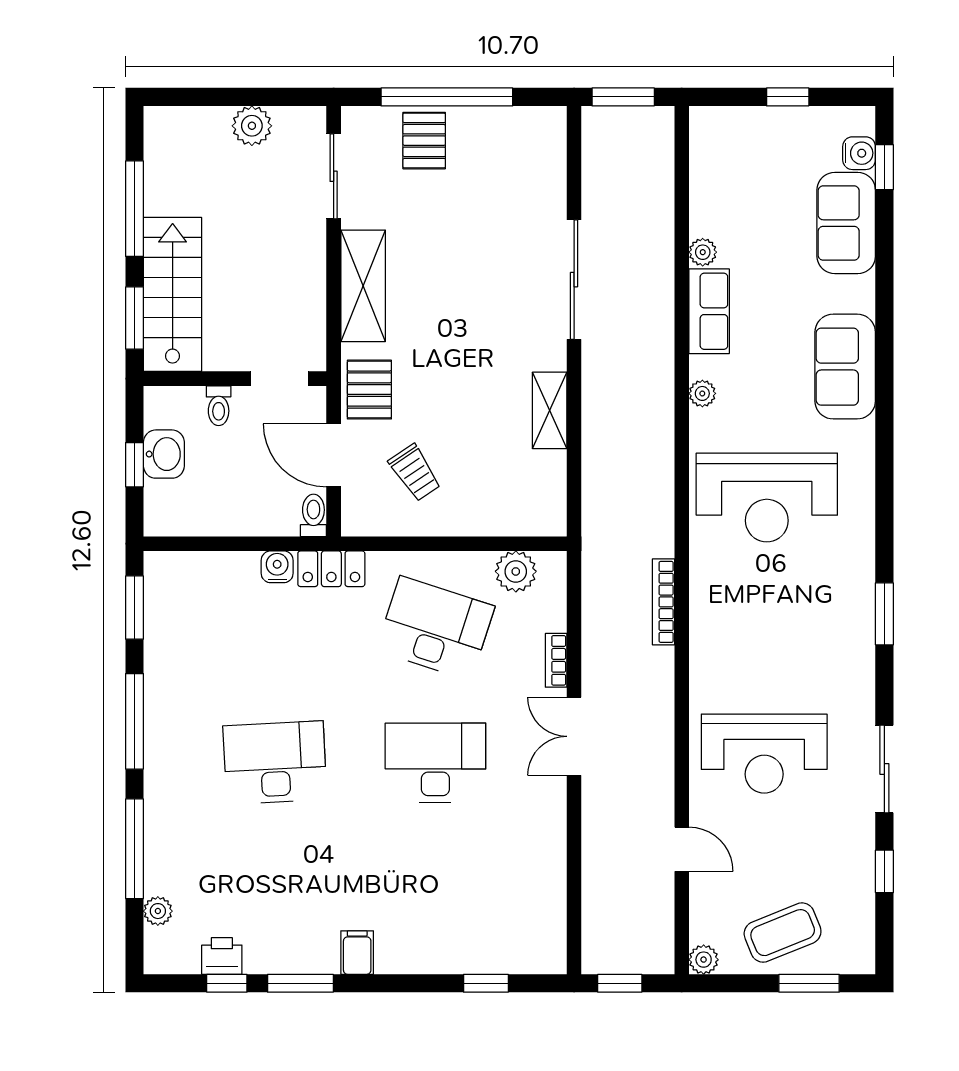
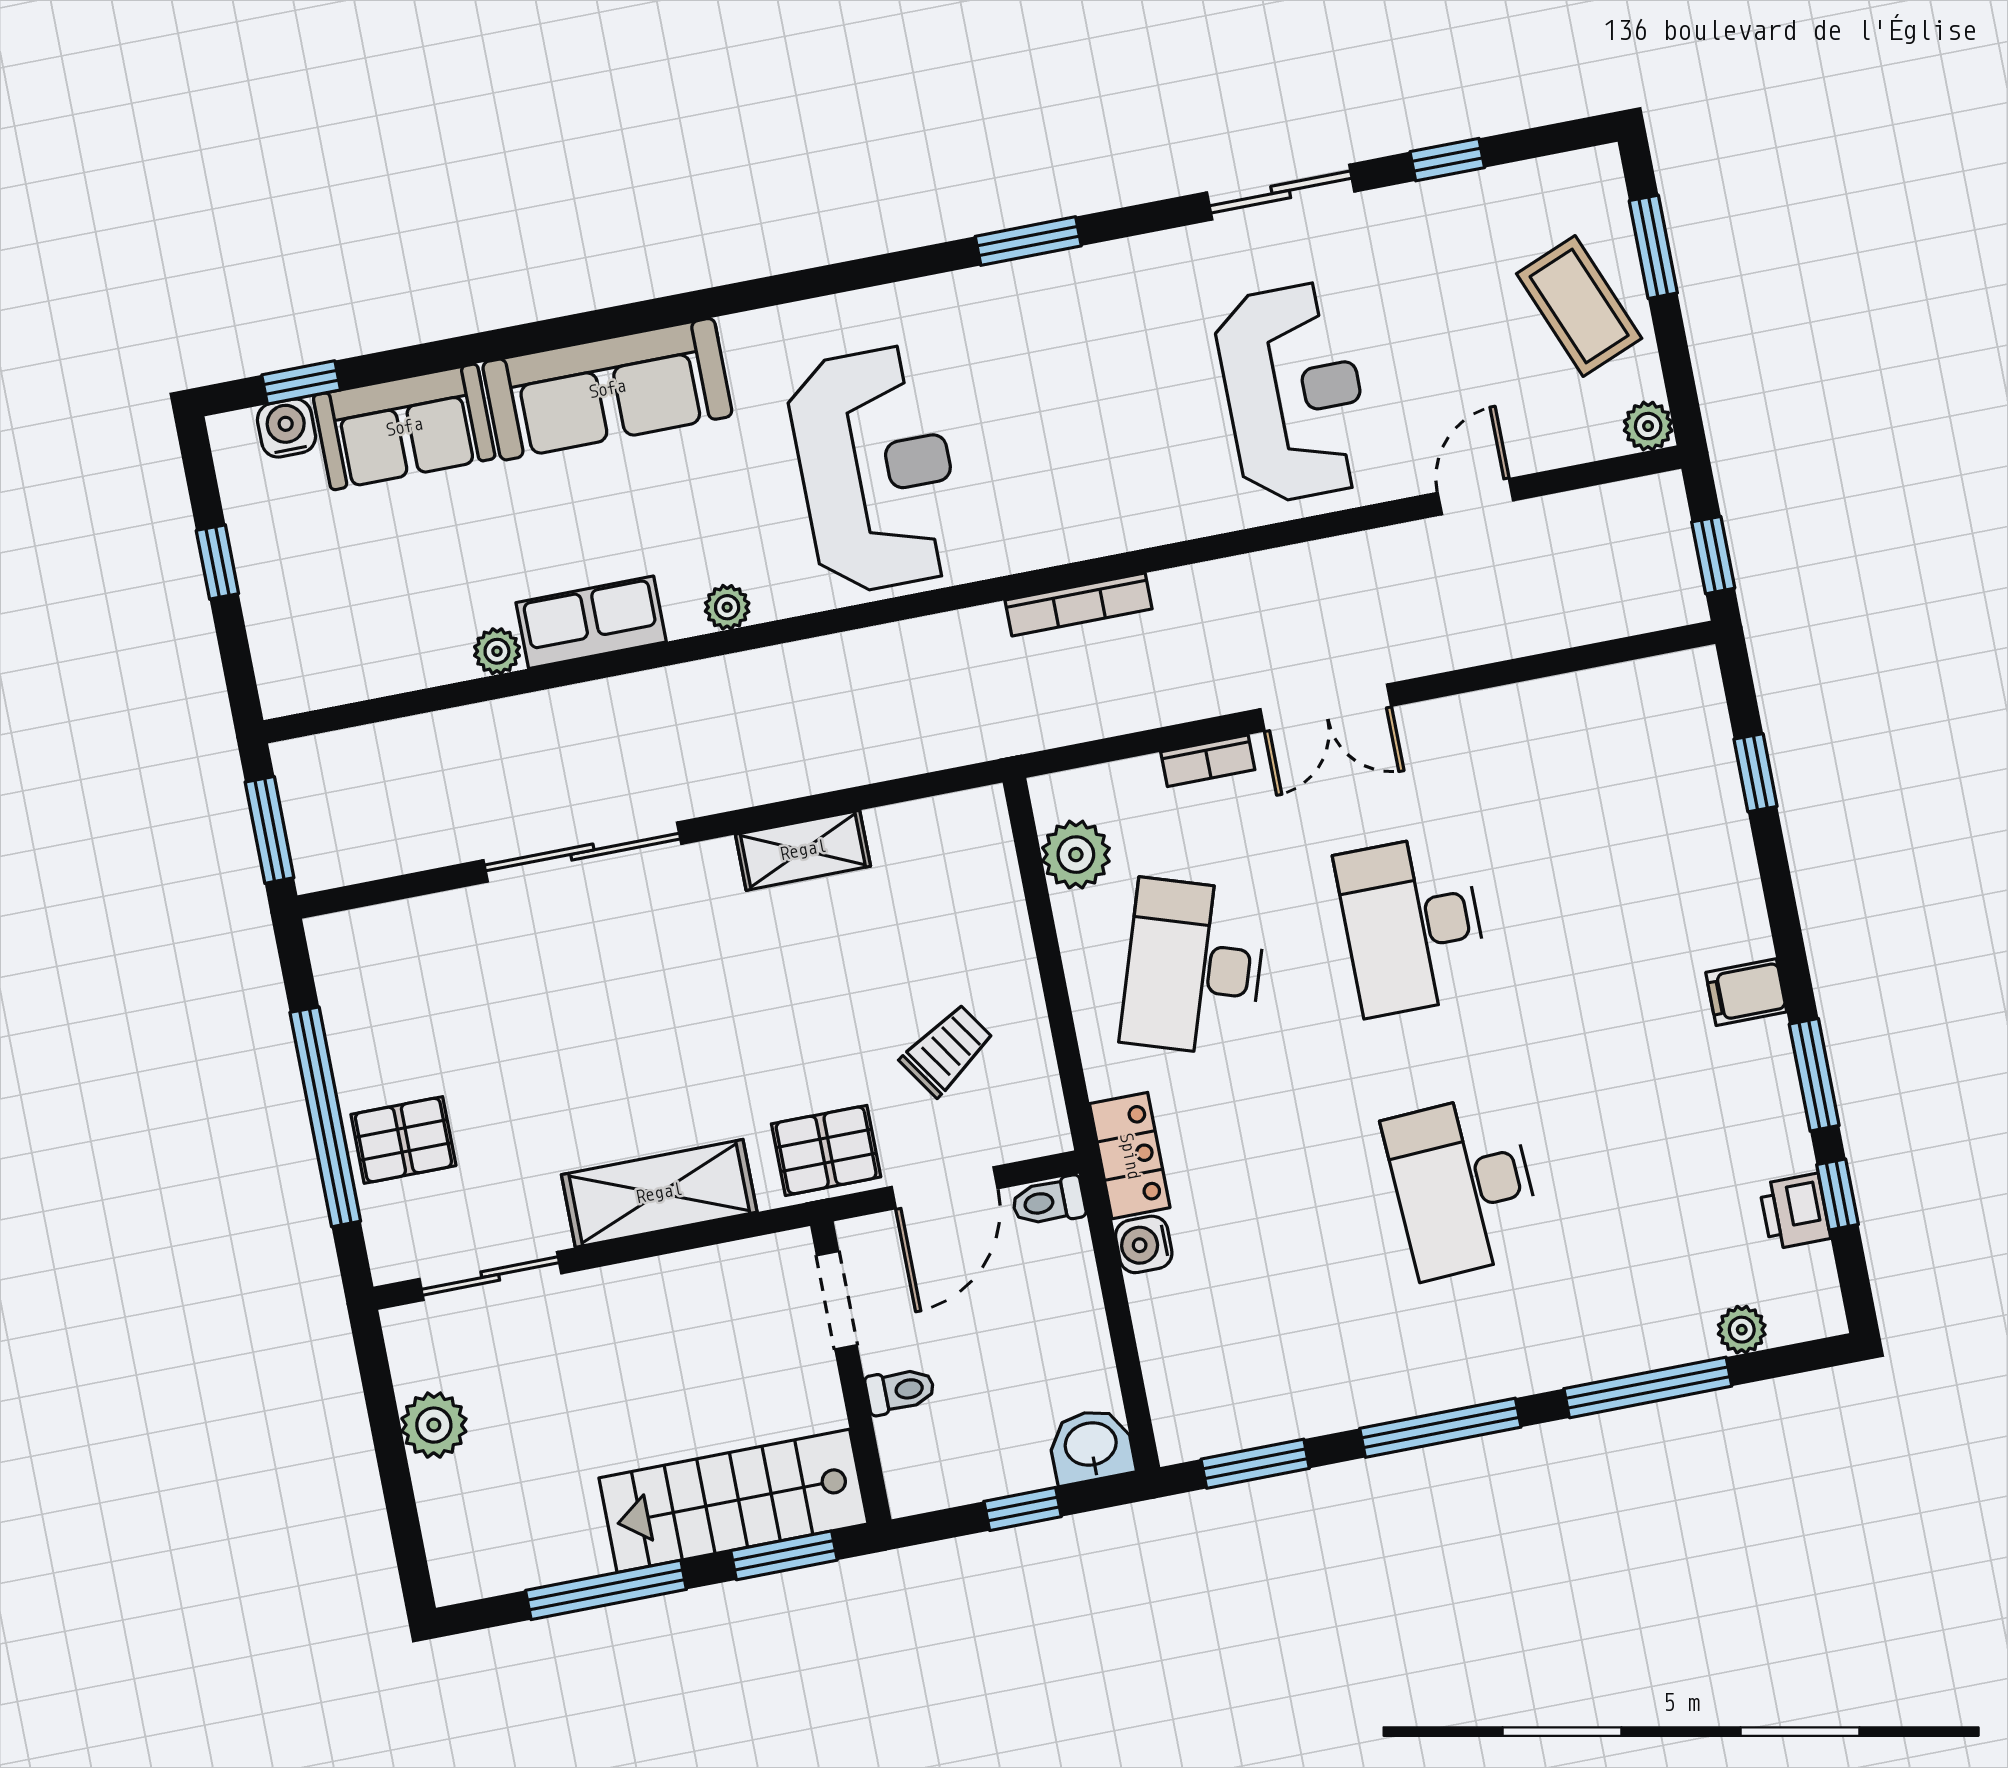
sofa: (845, 367) -> (607, 389), width x1.36
washbasin: (164, 454) -> (1091, 1446), moved

